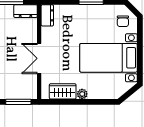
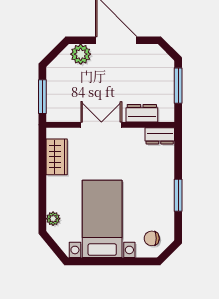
dresser: (26, 11) -> (142, 113), moved, turned 90
plant: (82, 94) -> (53, 219), moved

